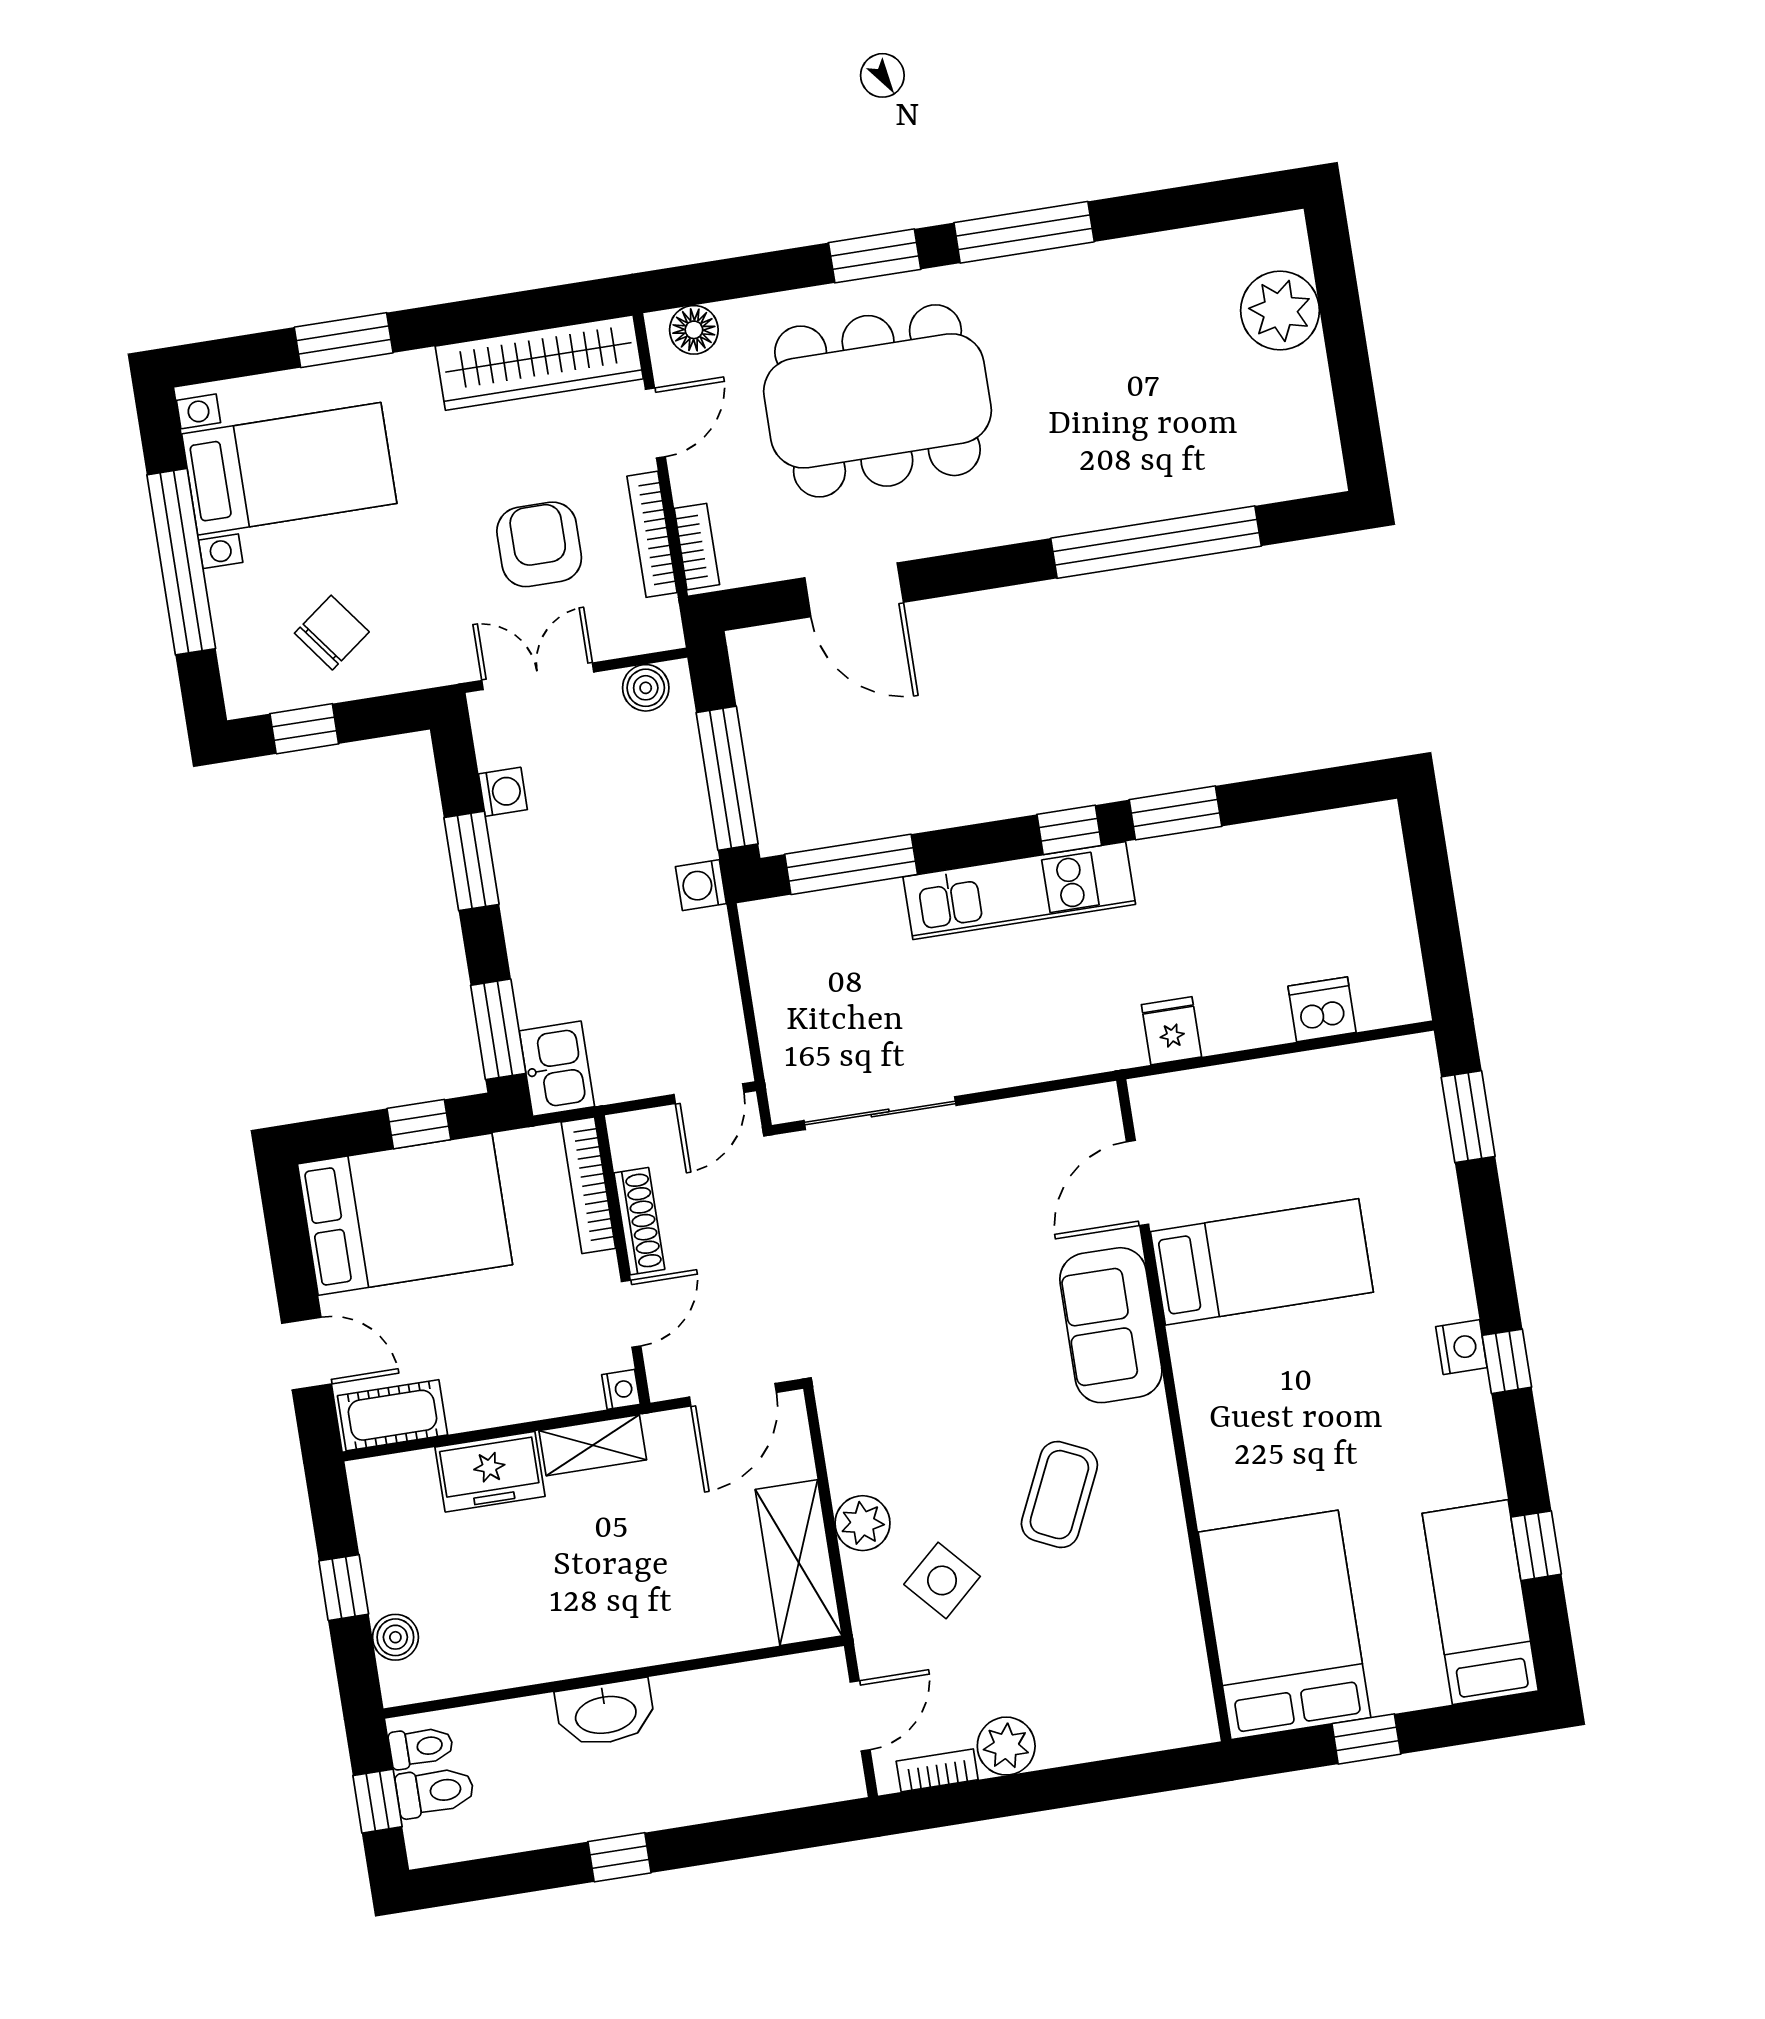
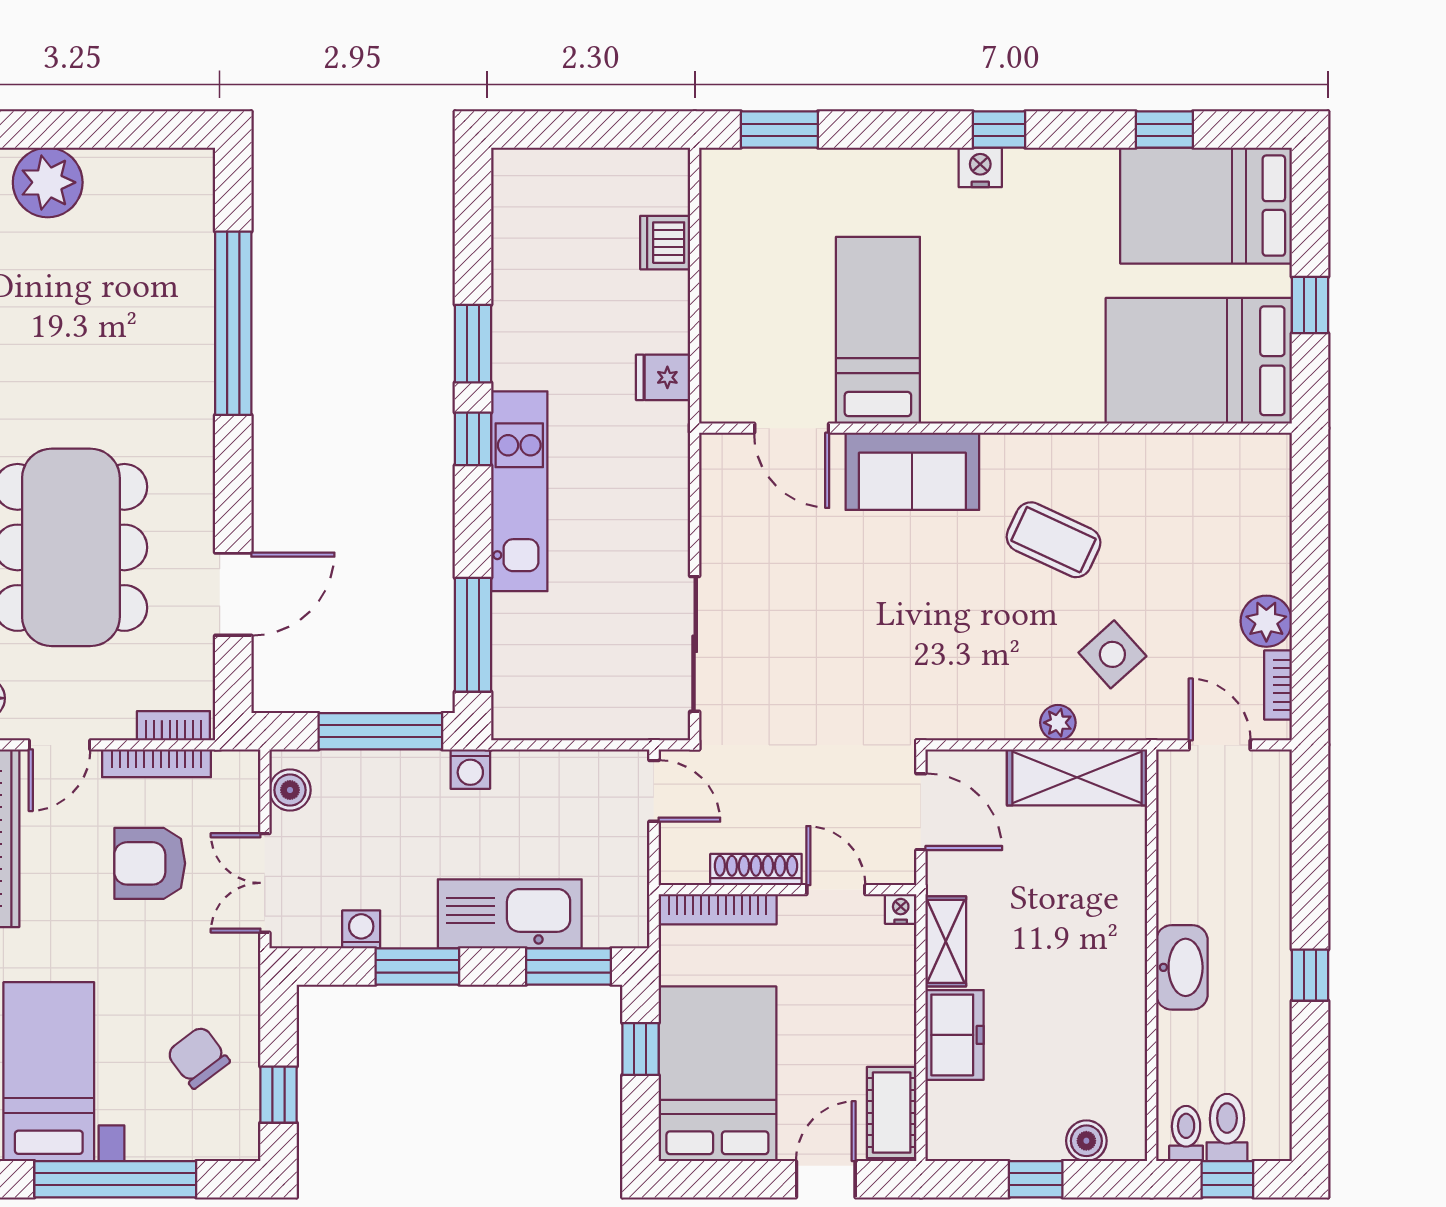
door: (655, 423) -> (60, 745), swing flipped
kitchen sink: (557, 1069) -> (510, 914), moved, width x1.88, depth x1.24
plant: (863, 1523) -> (1058, 723), width x0.73, depth x0.73
bed: (1480, 1602) -> (1206, 206), width x1.50

